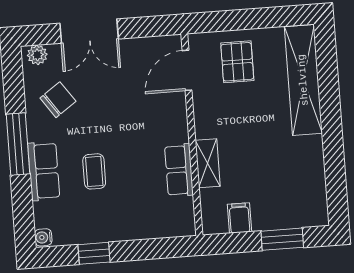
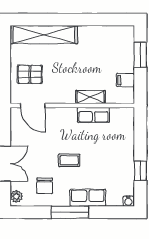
chair: (58, 100) -> (45, 186), turned -145
coffee table: (94, 171) -> (69, 160), moved

